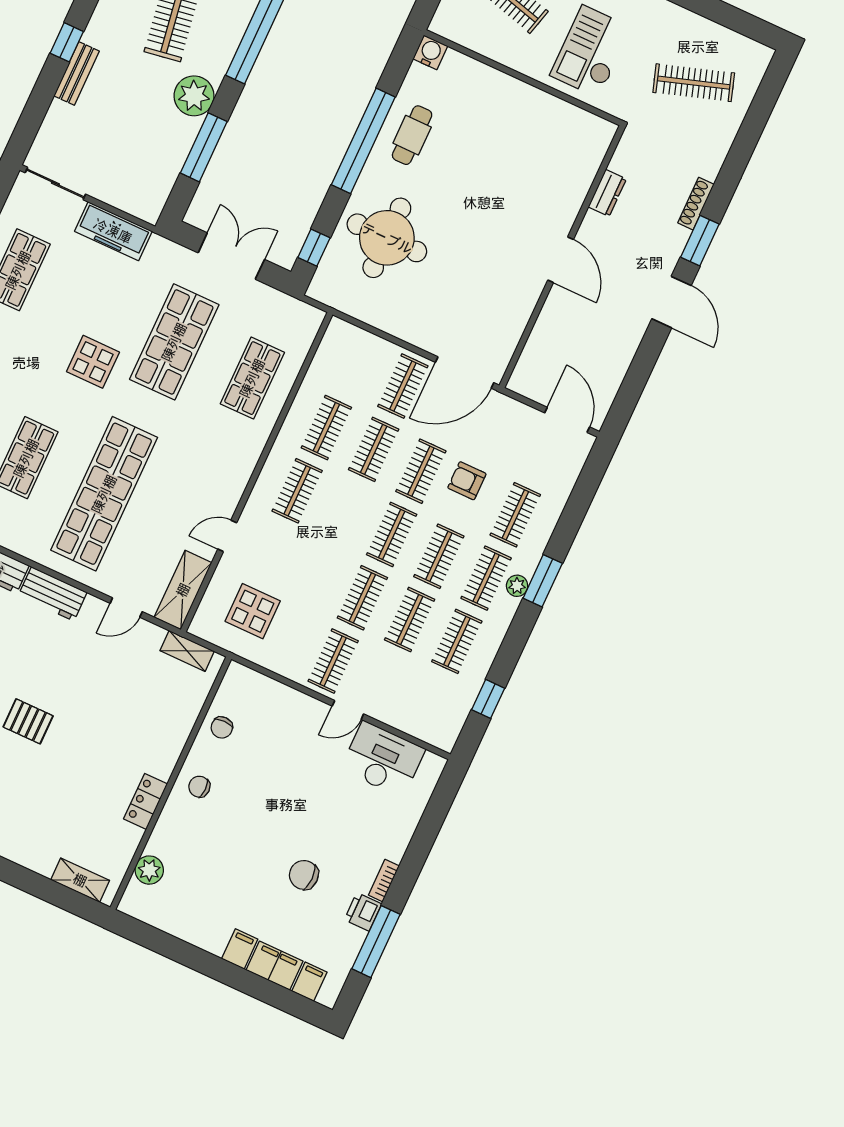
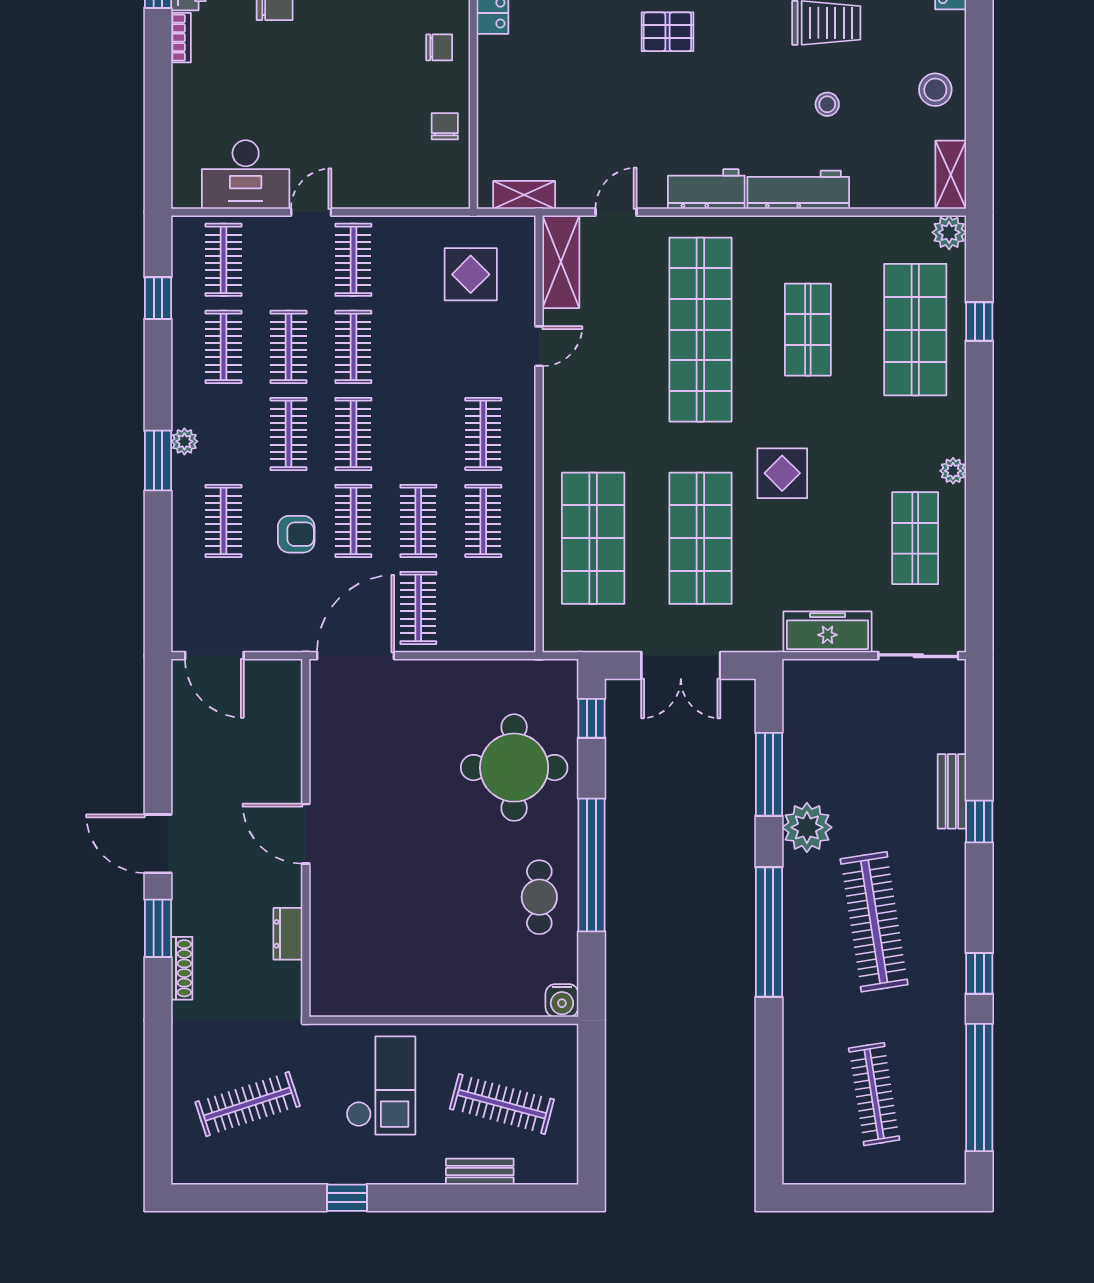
shop shelf: (252, 378) -> (593, 538), width x1.43, depth x1.36
clothes rail: (486, 578) -> (224, 260), moved

